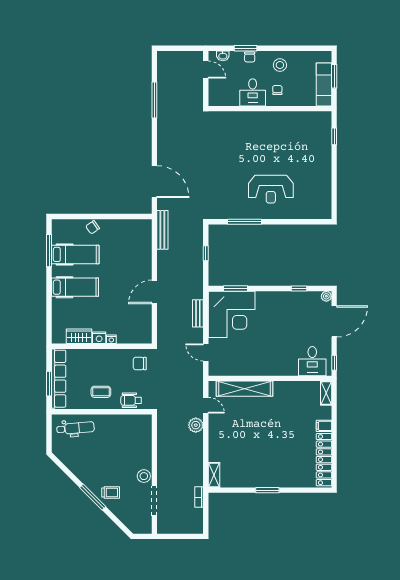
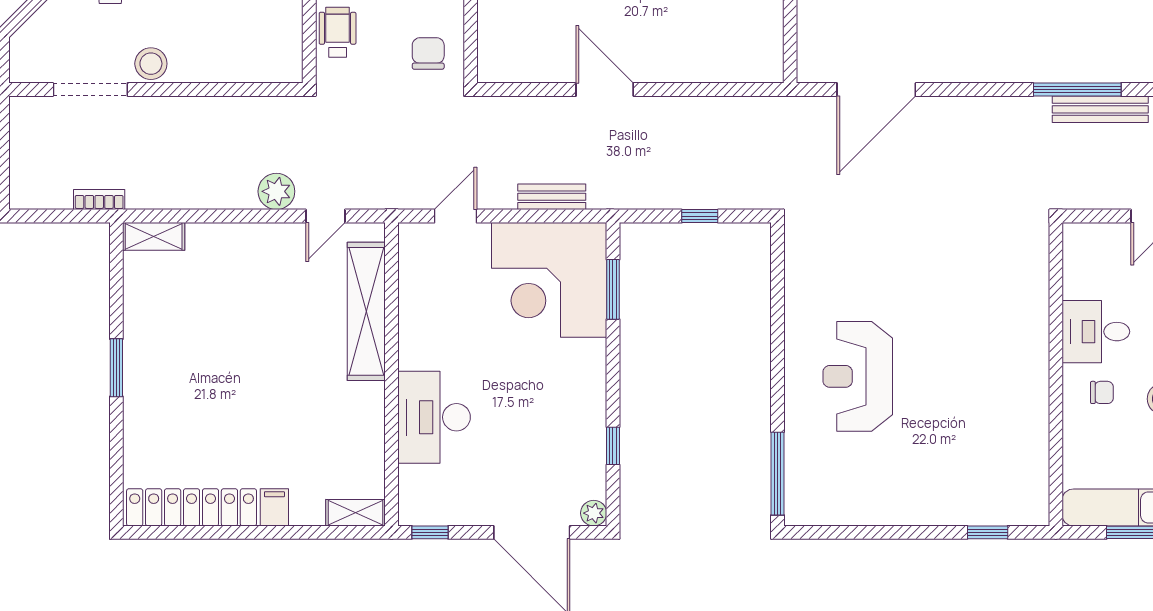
window: (244, 222) -> (777, 474), moved
bench: (162, 230) -> (1100, 109), moved
desk: (312, 361) -> (434, 417), moved, width x1.37

